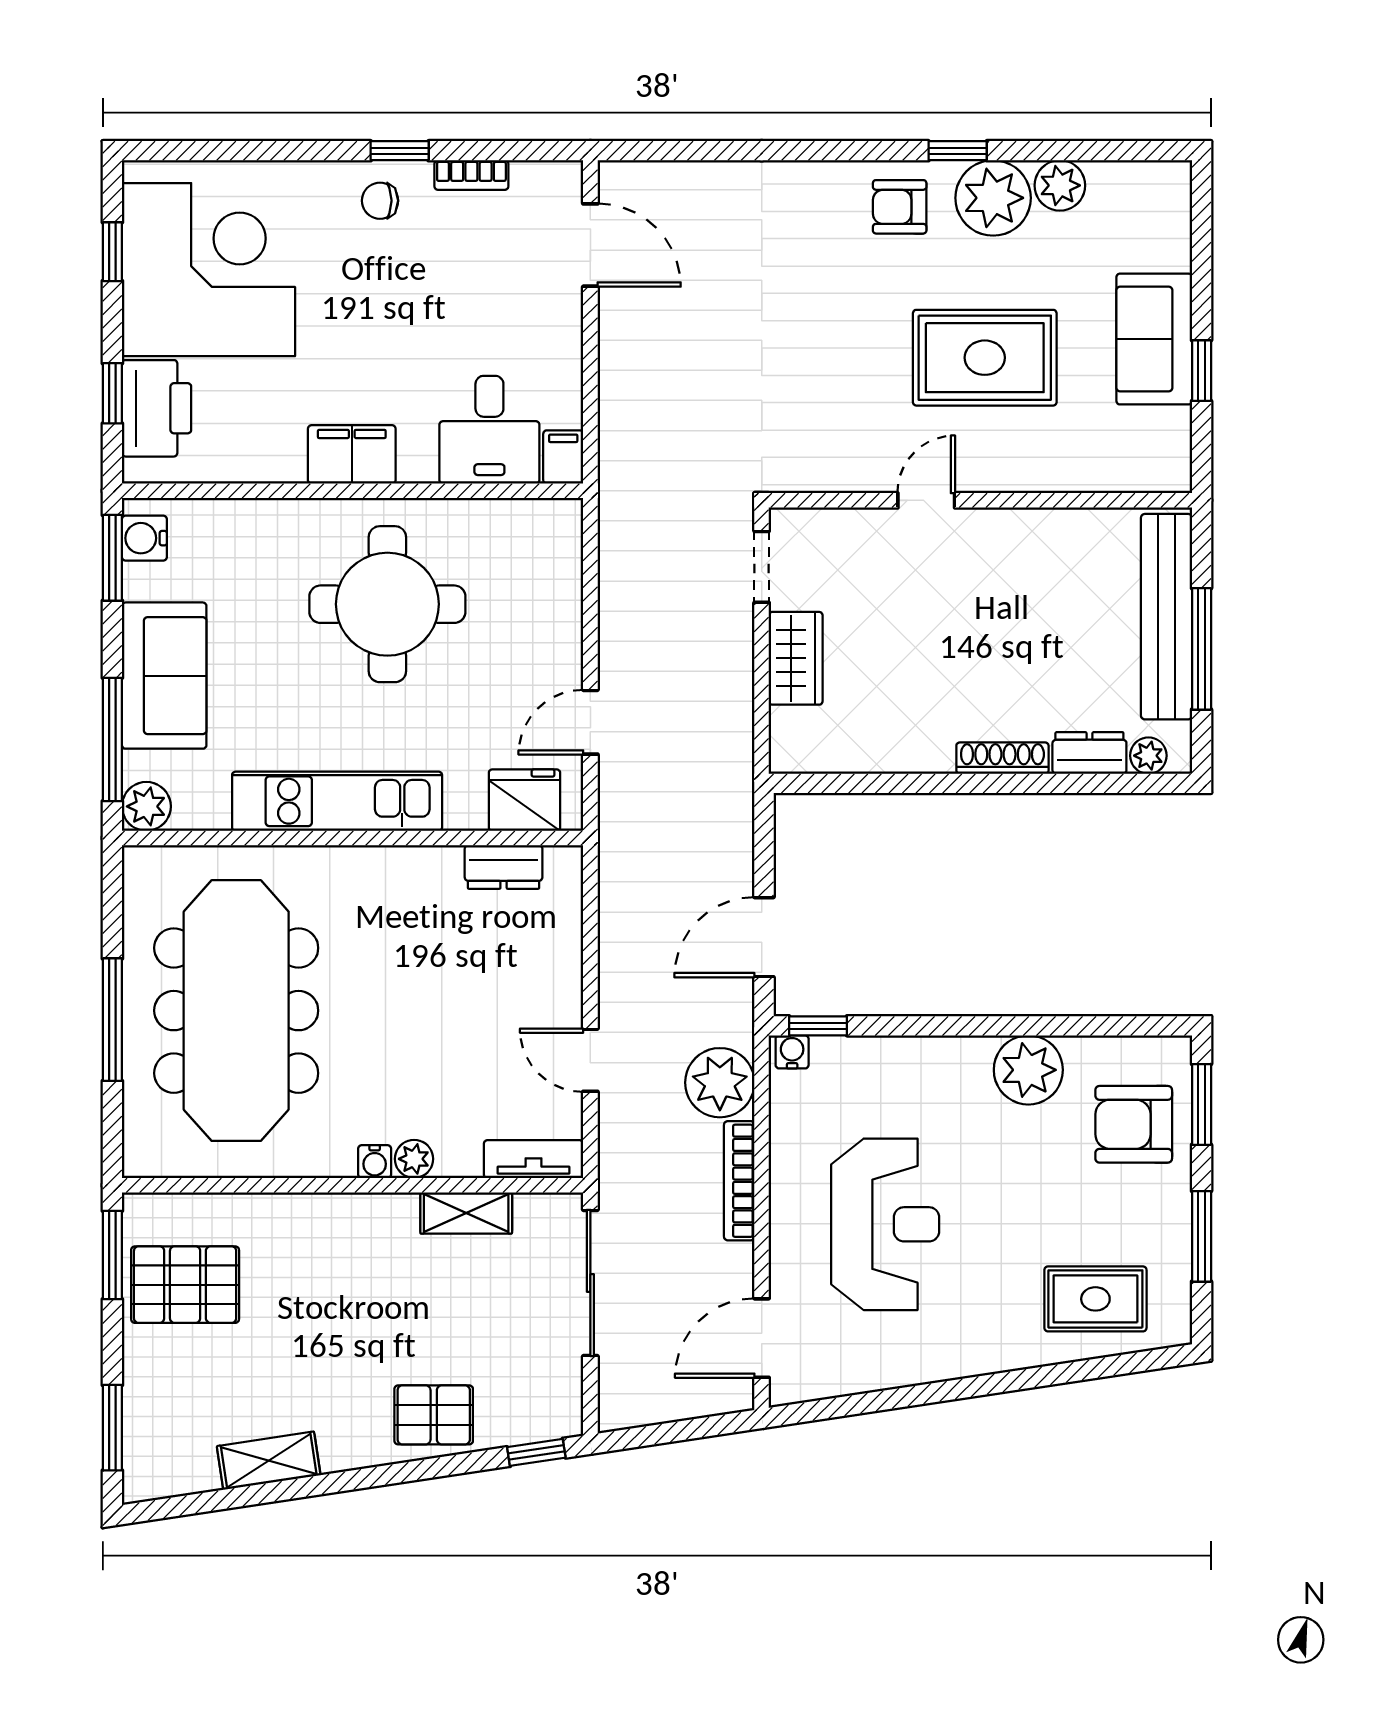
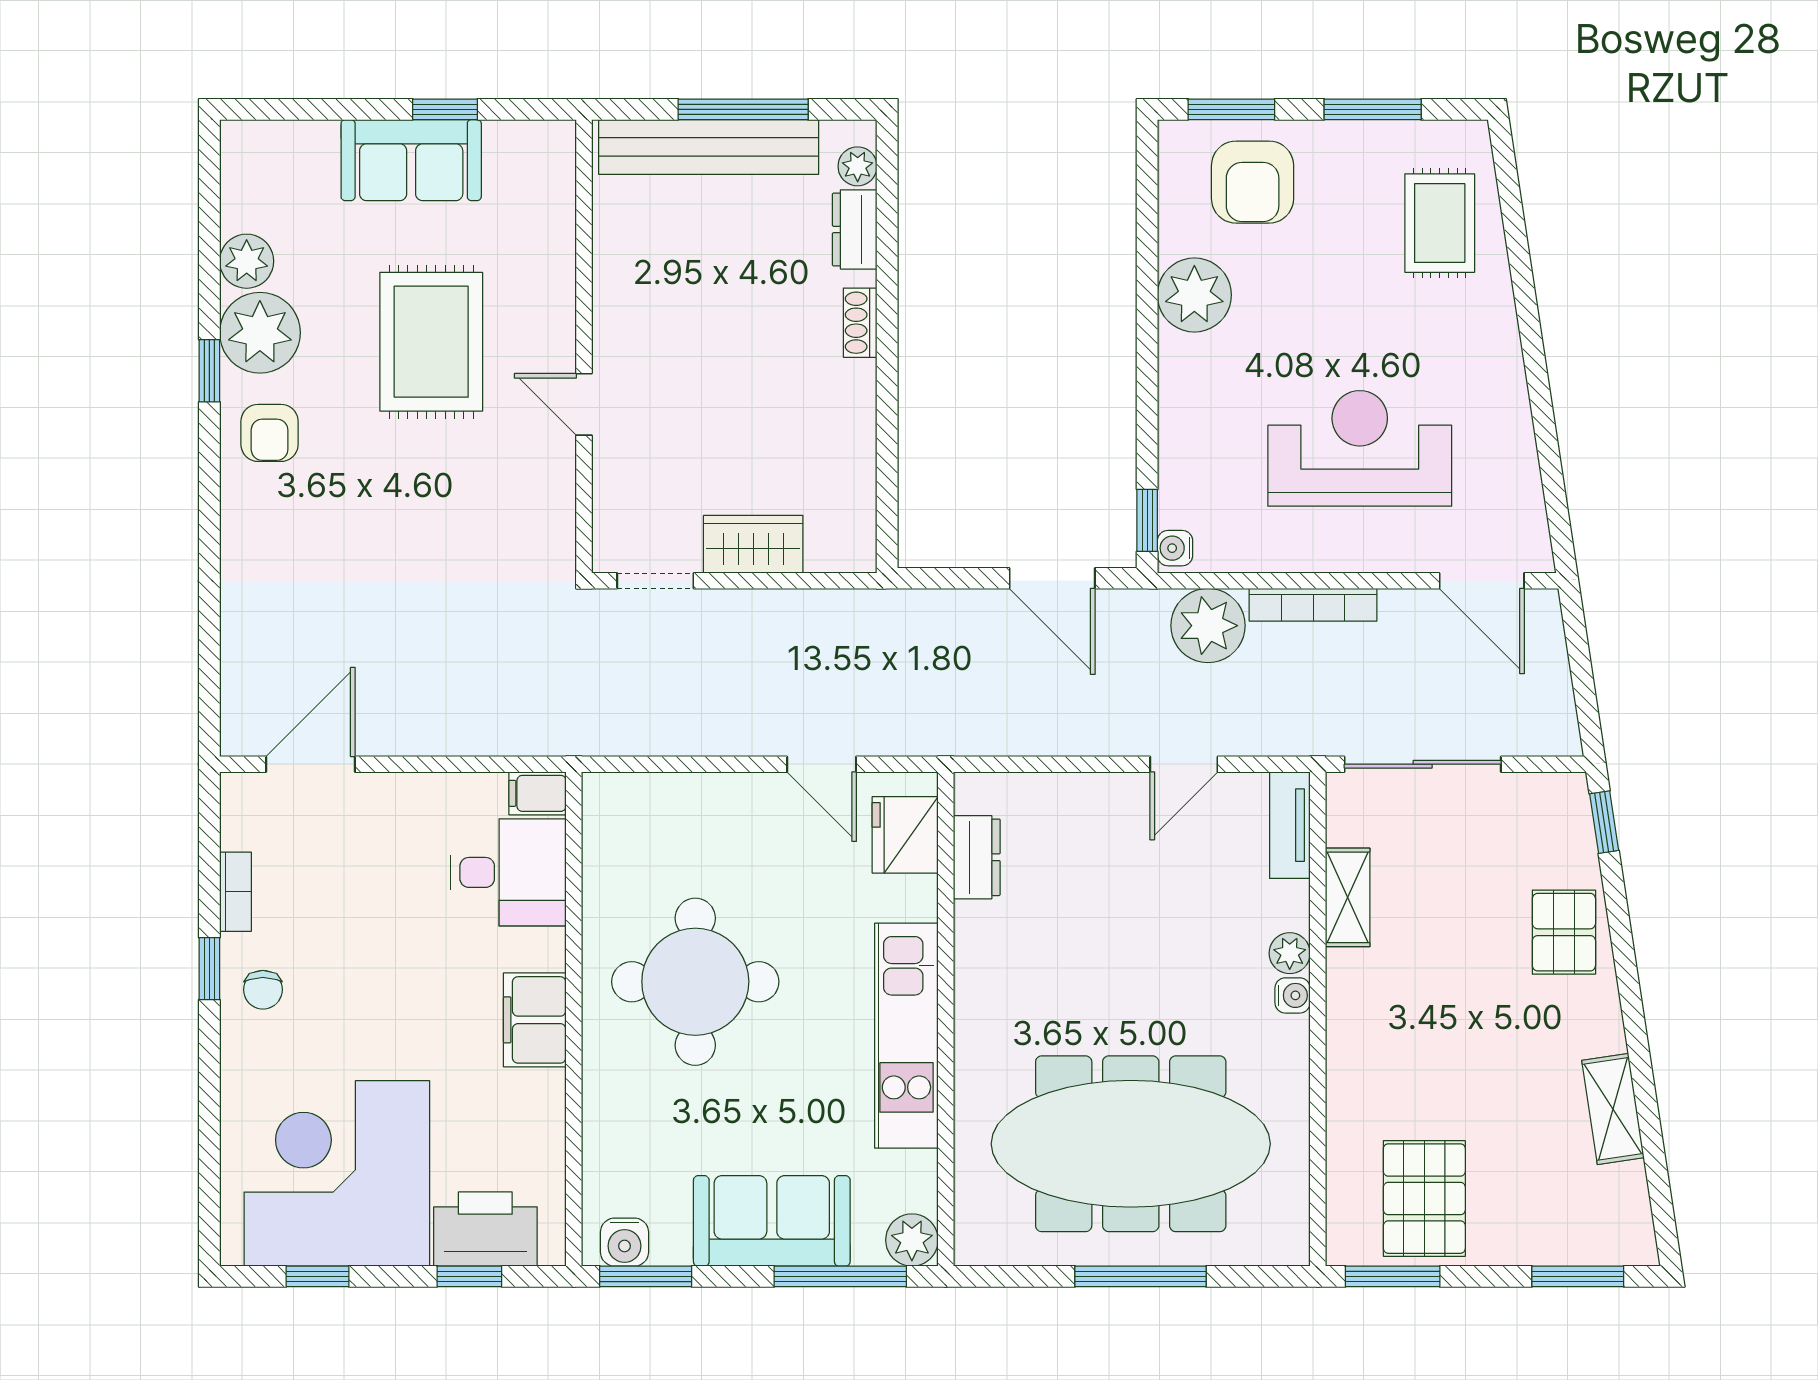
shoe rack: (1002, 758) -> (860, 323), width x0.70

